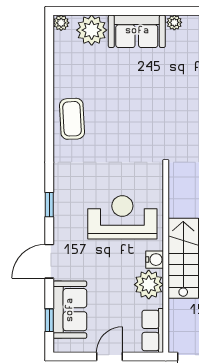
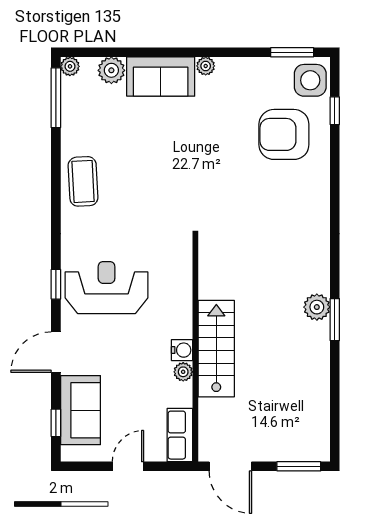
plant: (92, 30) -> (111, 70), width x0.73, depth x0.73
window: (49, 49) -> (56, 98), added
reception desk: (122, 217) -> (107, 288), moved
plant: (149, 285) -> (183, 372), width x0.53, depth x0.53

